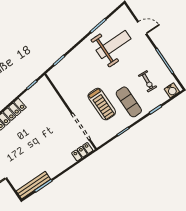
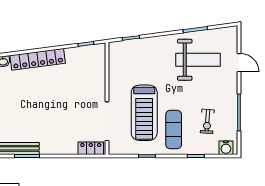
treadmill: (102, 104) -> (144, 113), width x1.37, depth x1.37

